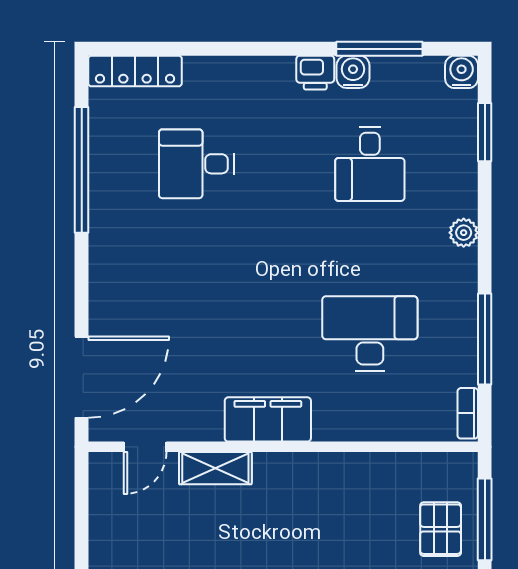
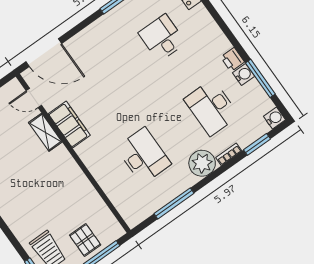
desk: (370, 164) -> (211, 107), width x1.37
plant: (464, 233) -> (202, 163), width x1.88, depth x1.88
bookcase: (468, 413) -> (229, 154), moved
filing cabinet: (268, 419) -> (69, 125), moved
pallet: (441, 529) -> (85, 240), turned 90

